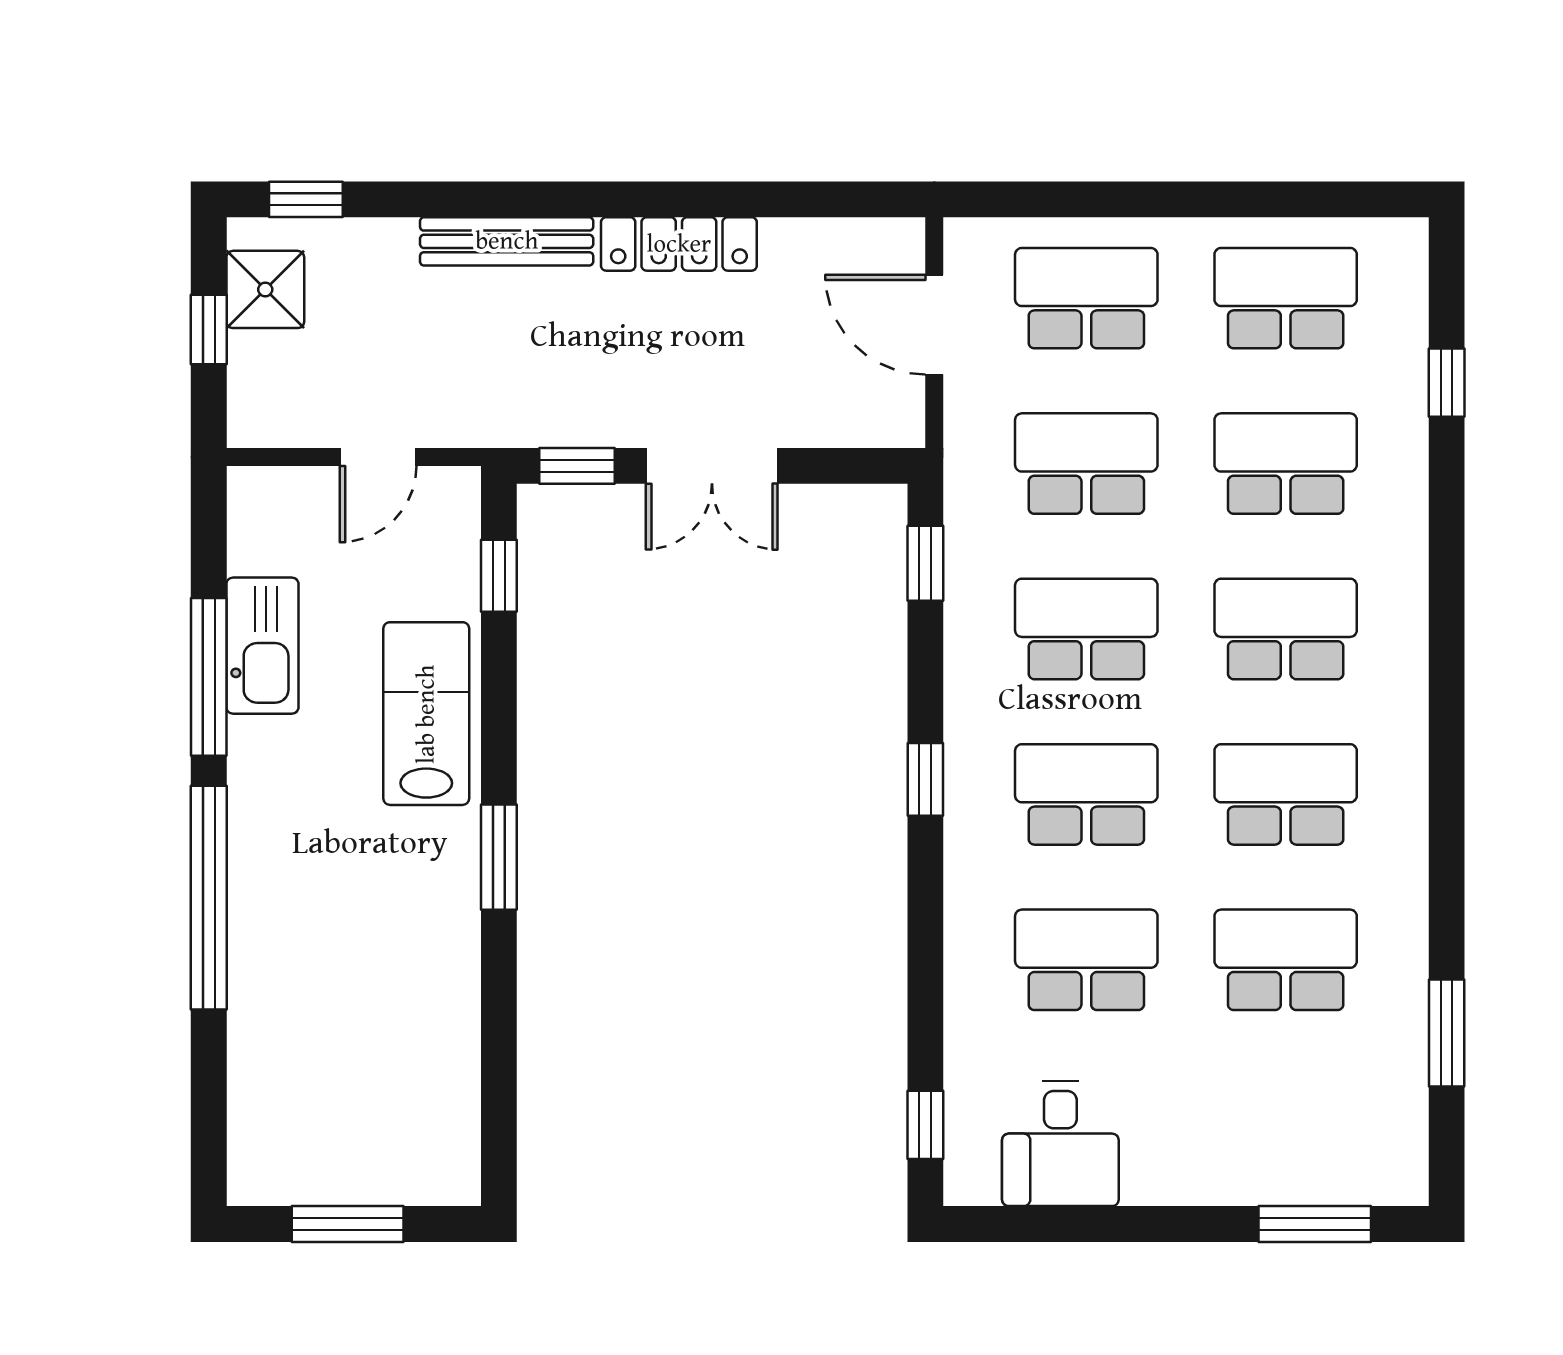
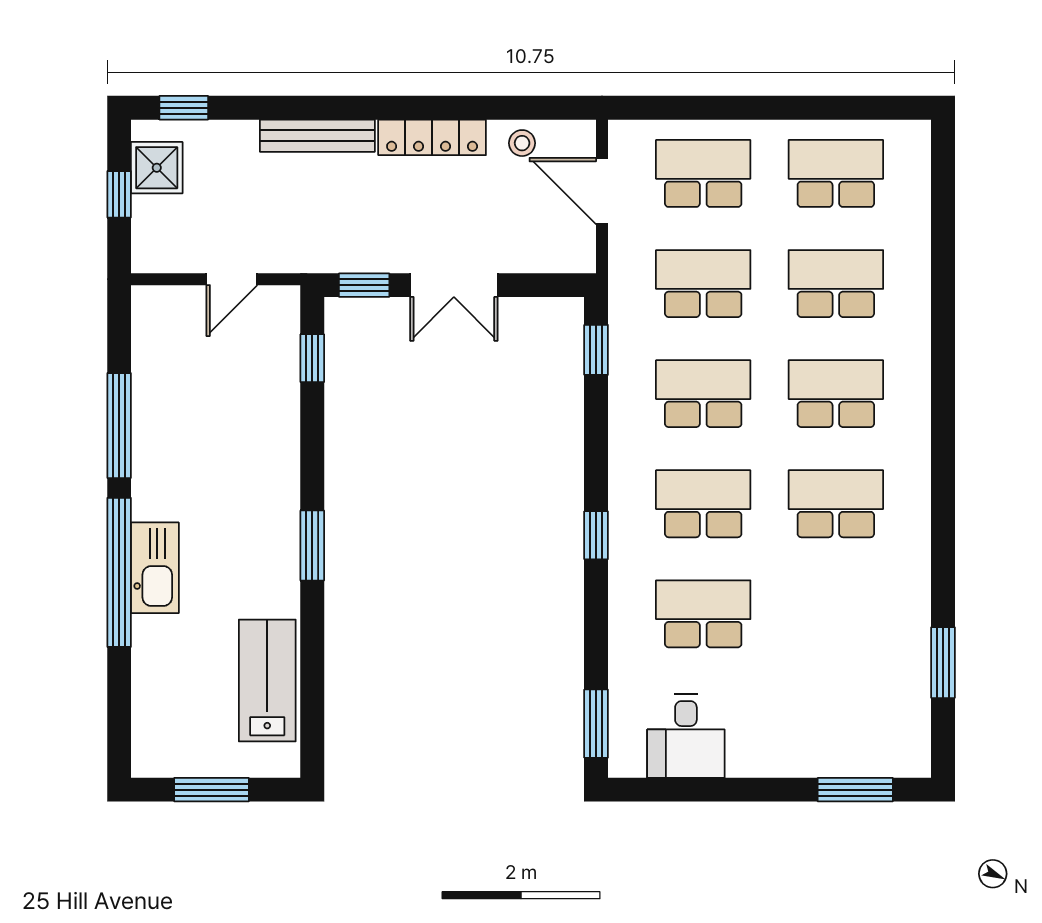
stool: (814, 252) -> (522, 143), added
window: (1447, 383) -> (943, 230), removed
kitchen sink: (262, 646) -> (155, 568), moved
lab bench: (426, 714) -> (267, 681), moved
window: (925, 779) -> (596, 535), moved
school desk: (1286, 960) -> (836, 614), removed
window: (925, 1125) -> (596, 724), width x1.50

